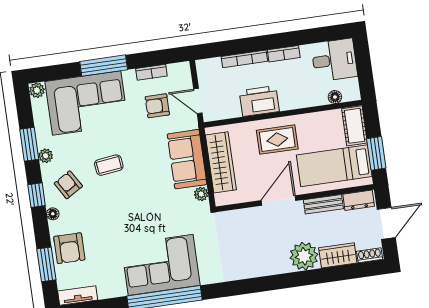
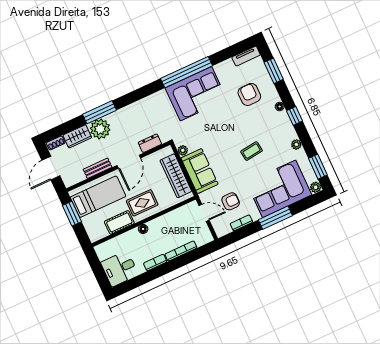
floor lamp: (335, 97) -> (143, 229), moved
printer: (259, 101) -> (162, 225), removed
cot: (354, 126) -> (119, 222), moved, turned 90
window: (29, 144) -> (318, 167), moved
armchair: (68, 185) -> (275, 129), removed
dresser: (359, 200) -> (150, 143), moved
armchair: (69, 248) -> (249, 94), moved
window: (298, 279) -> (100, 112), added

